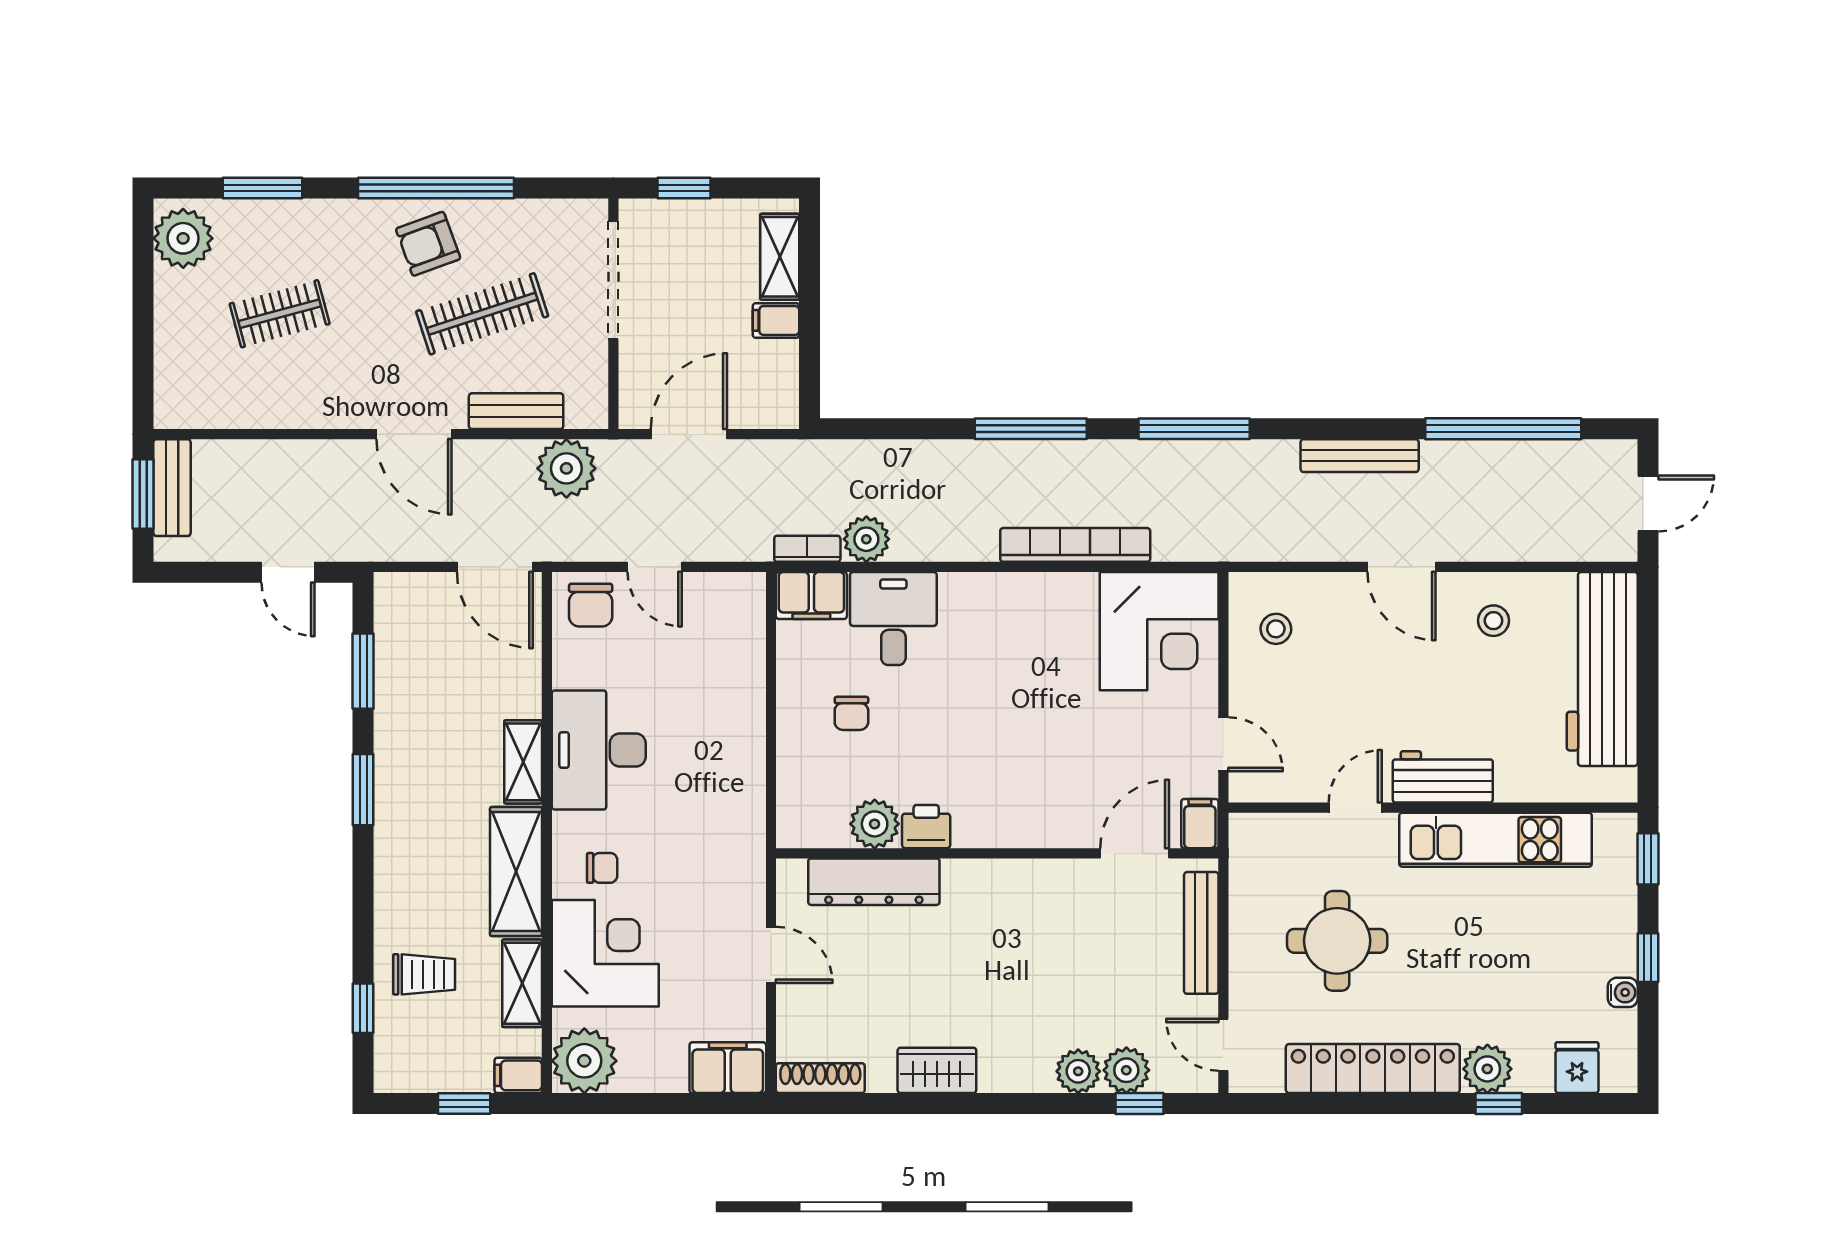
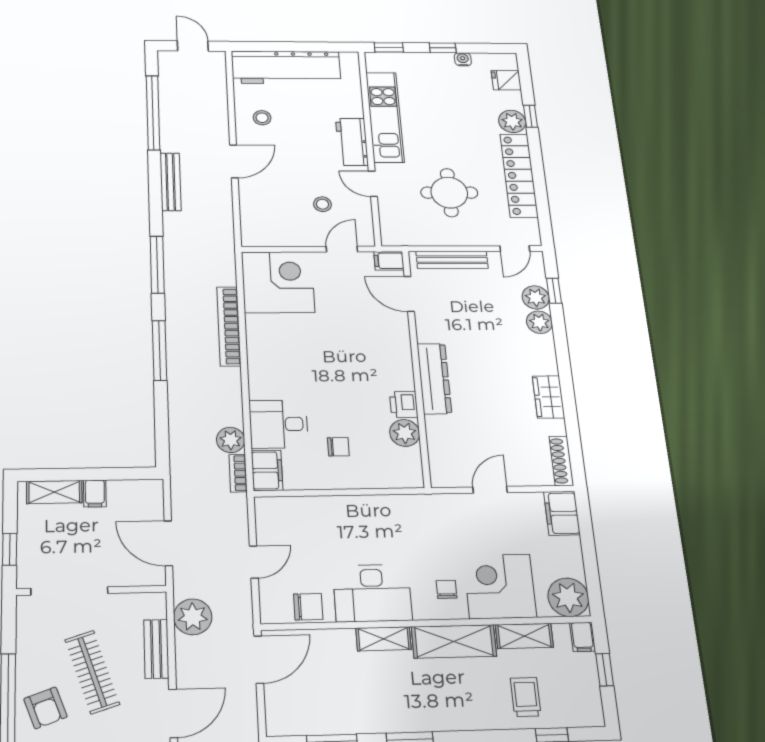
chair: (591, 605) -> (308, 607), moved
stool: (1276, 629) -> (322, 204), moved
dresser: (874, 882) -> (434, 379), moved

